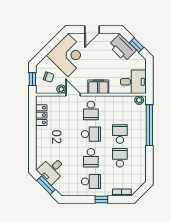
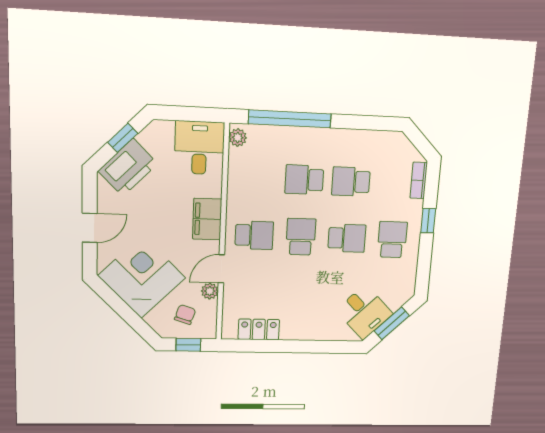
door: (92, 30) -> (90, 228), hinge flipped

